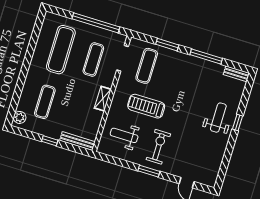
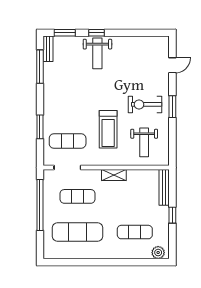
window: (206, 57) -> (40, 67), moved
window: (246, 94) -> (65, 33), added
weight bench: (218, 118) -> (97, 53), turned -90

